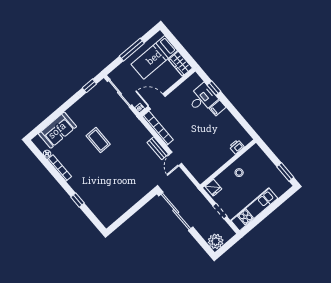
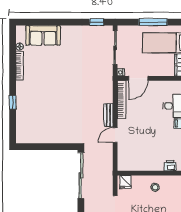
door: (157, 101) -> (138, 78), swing flipped
coffee table: (98, 140) -> (68, 70), removed

